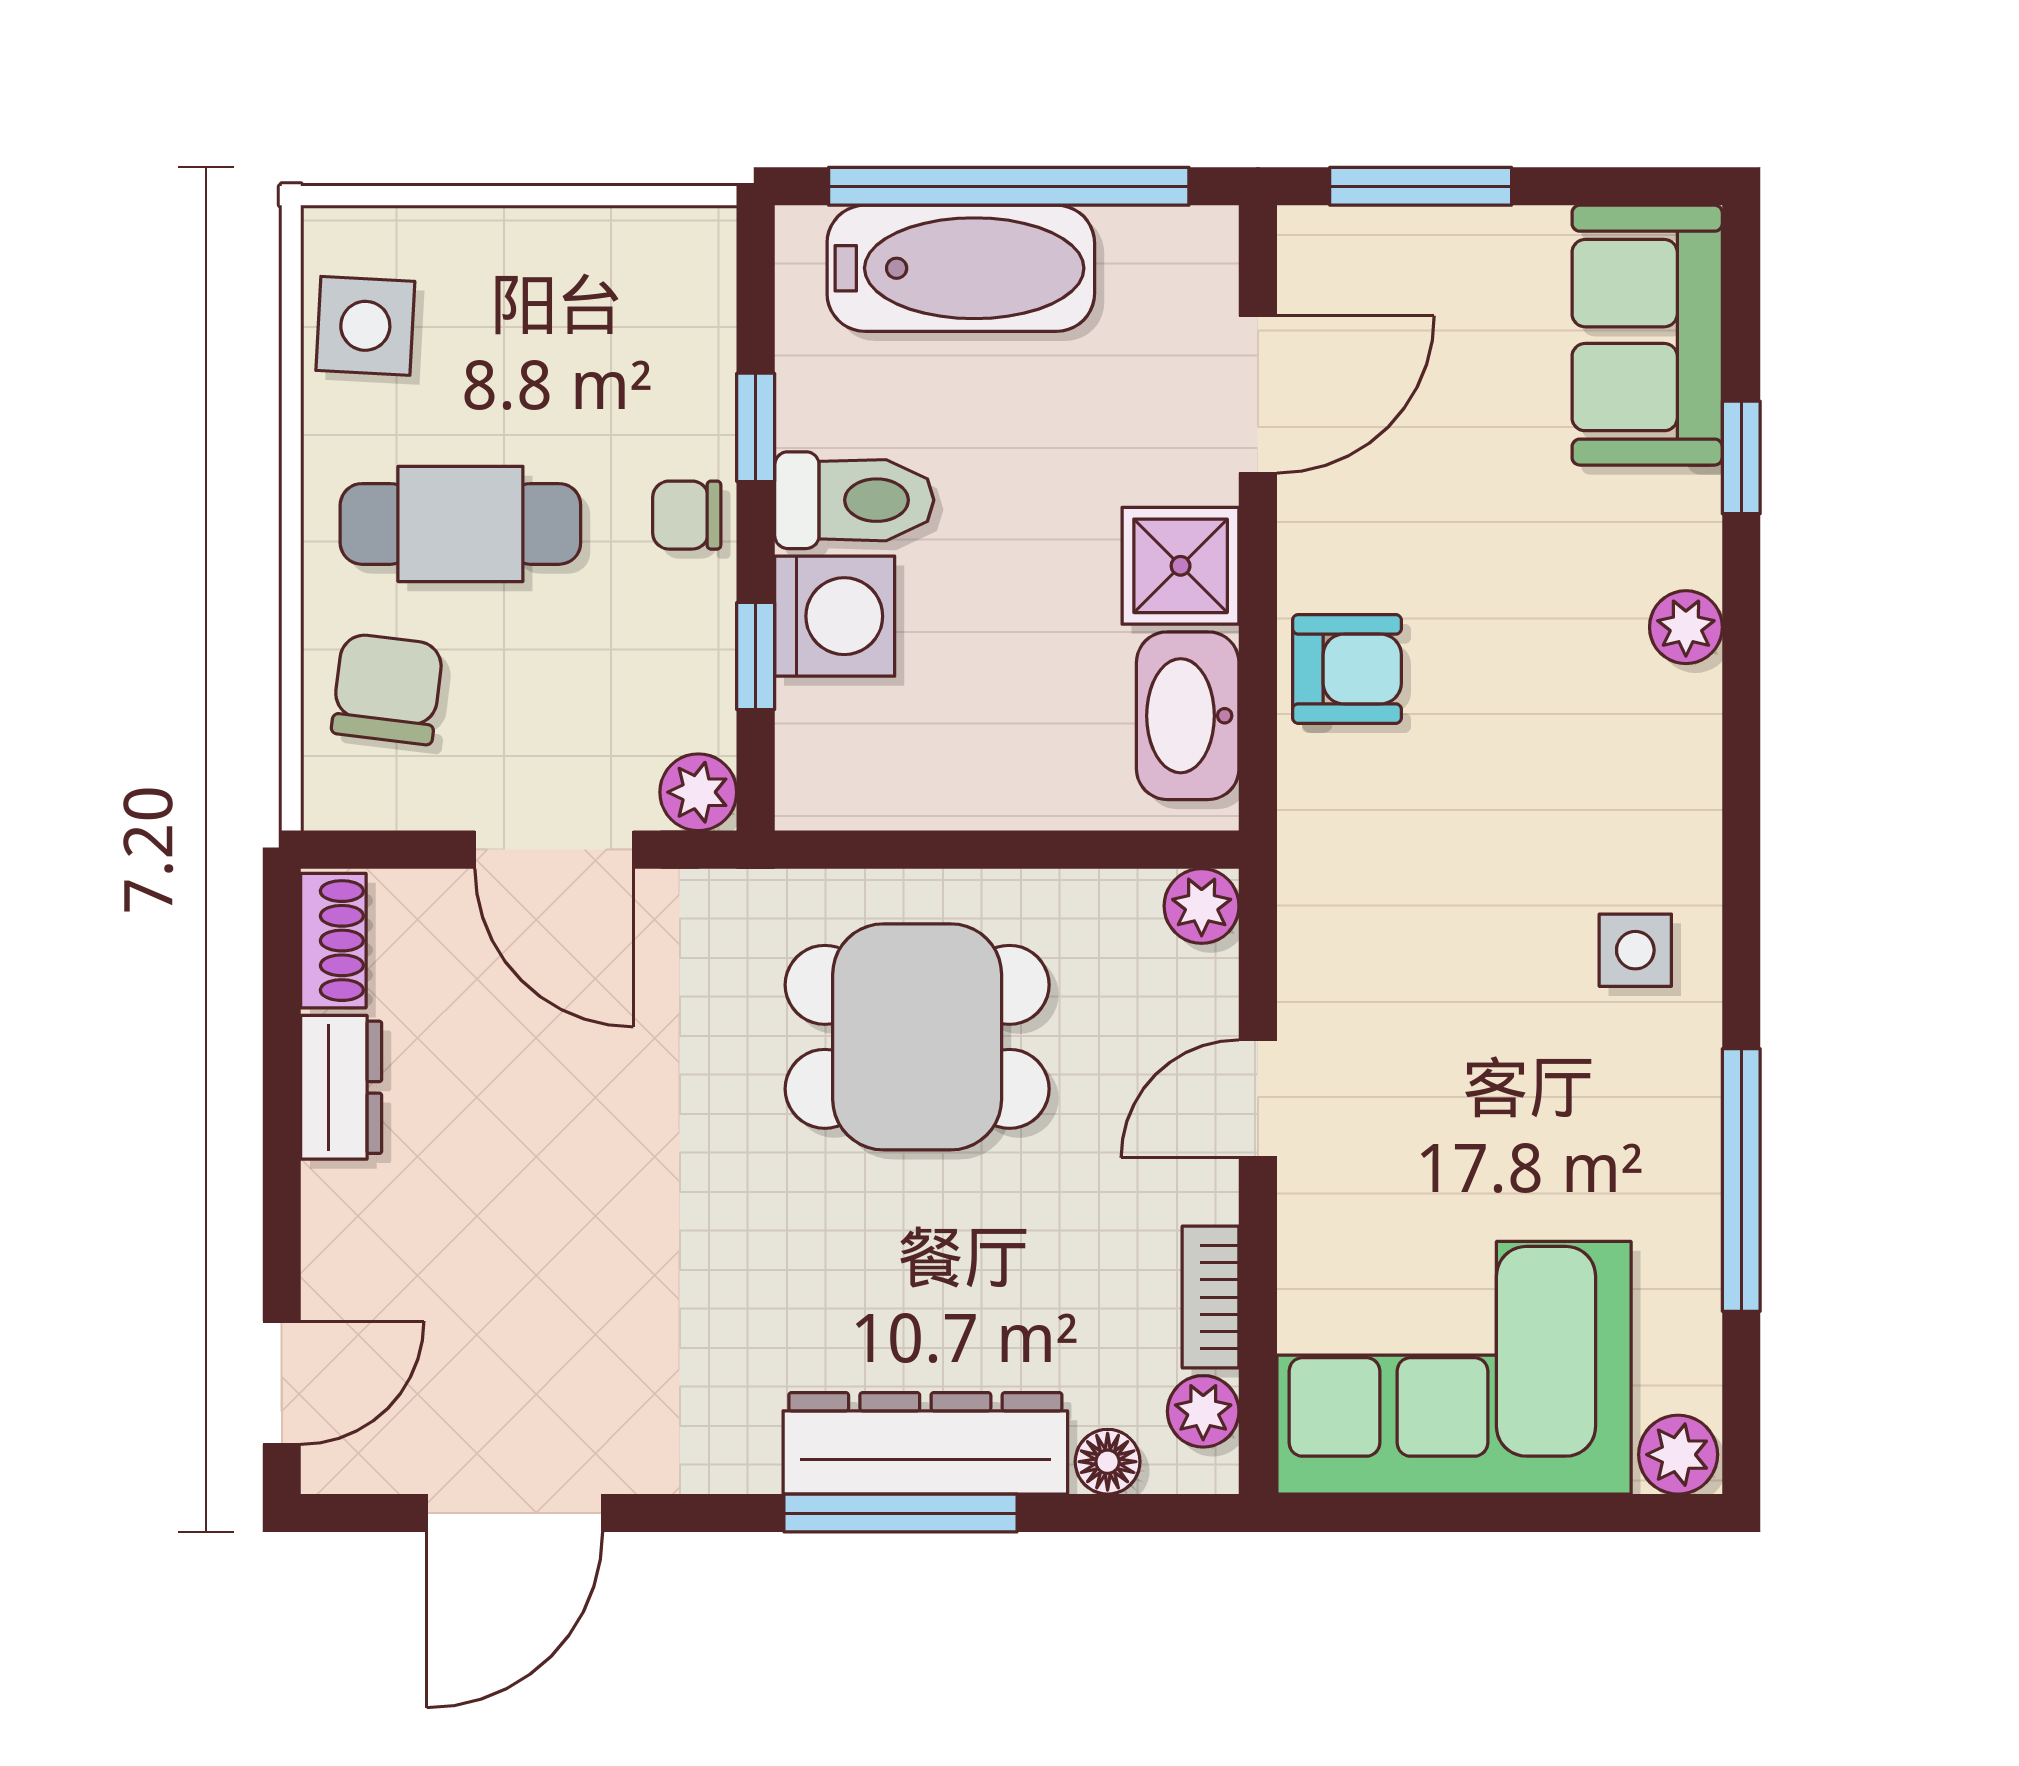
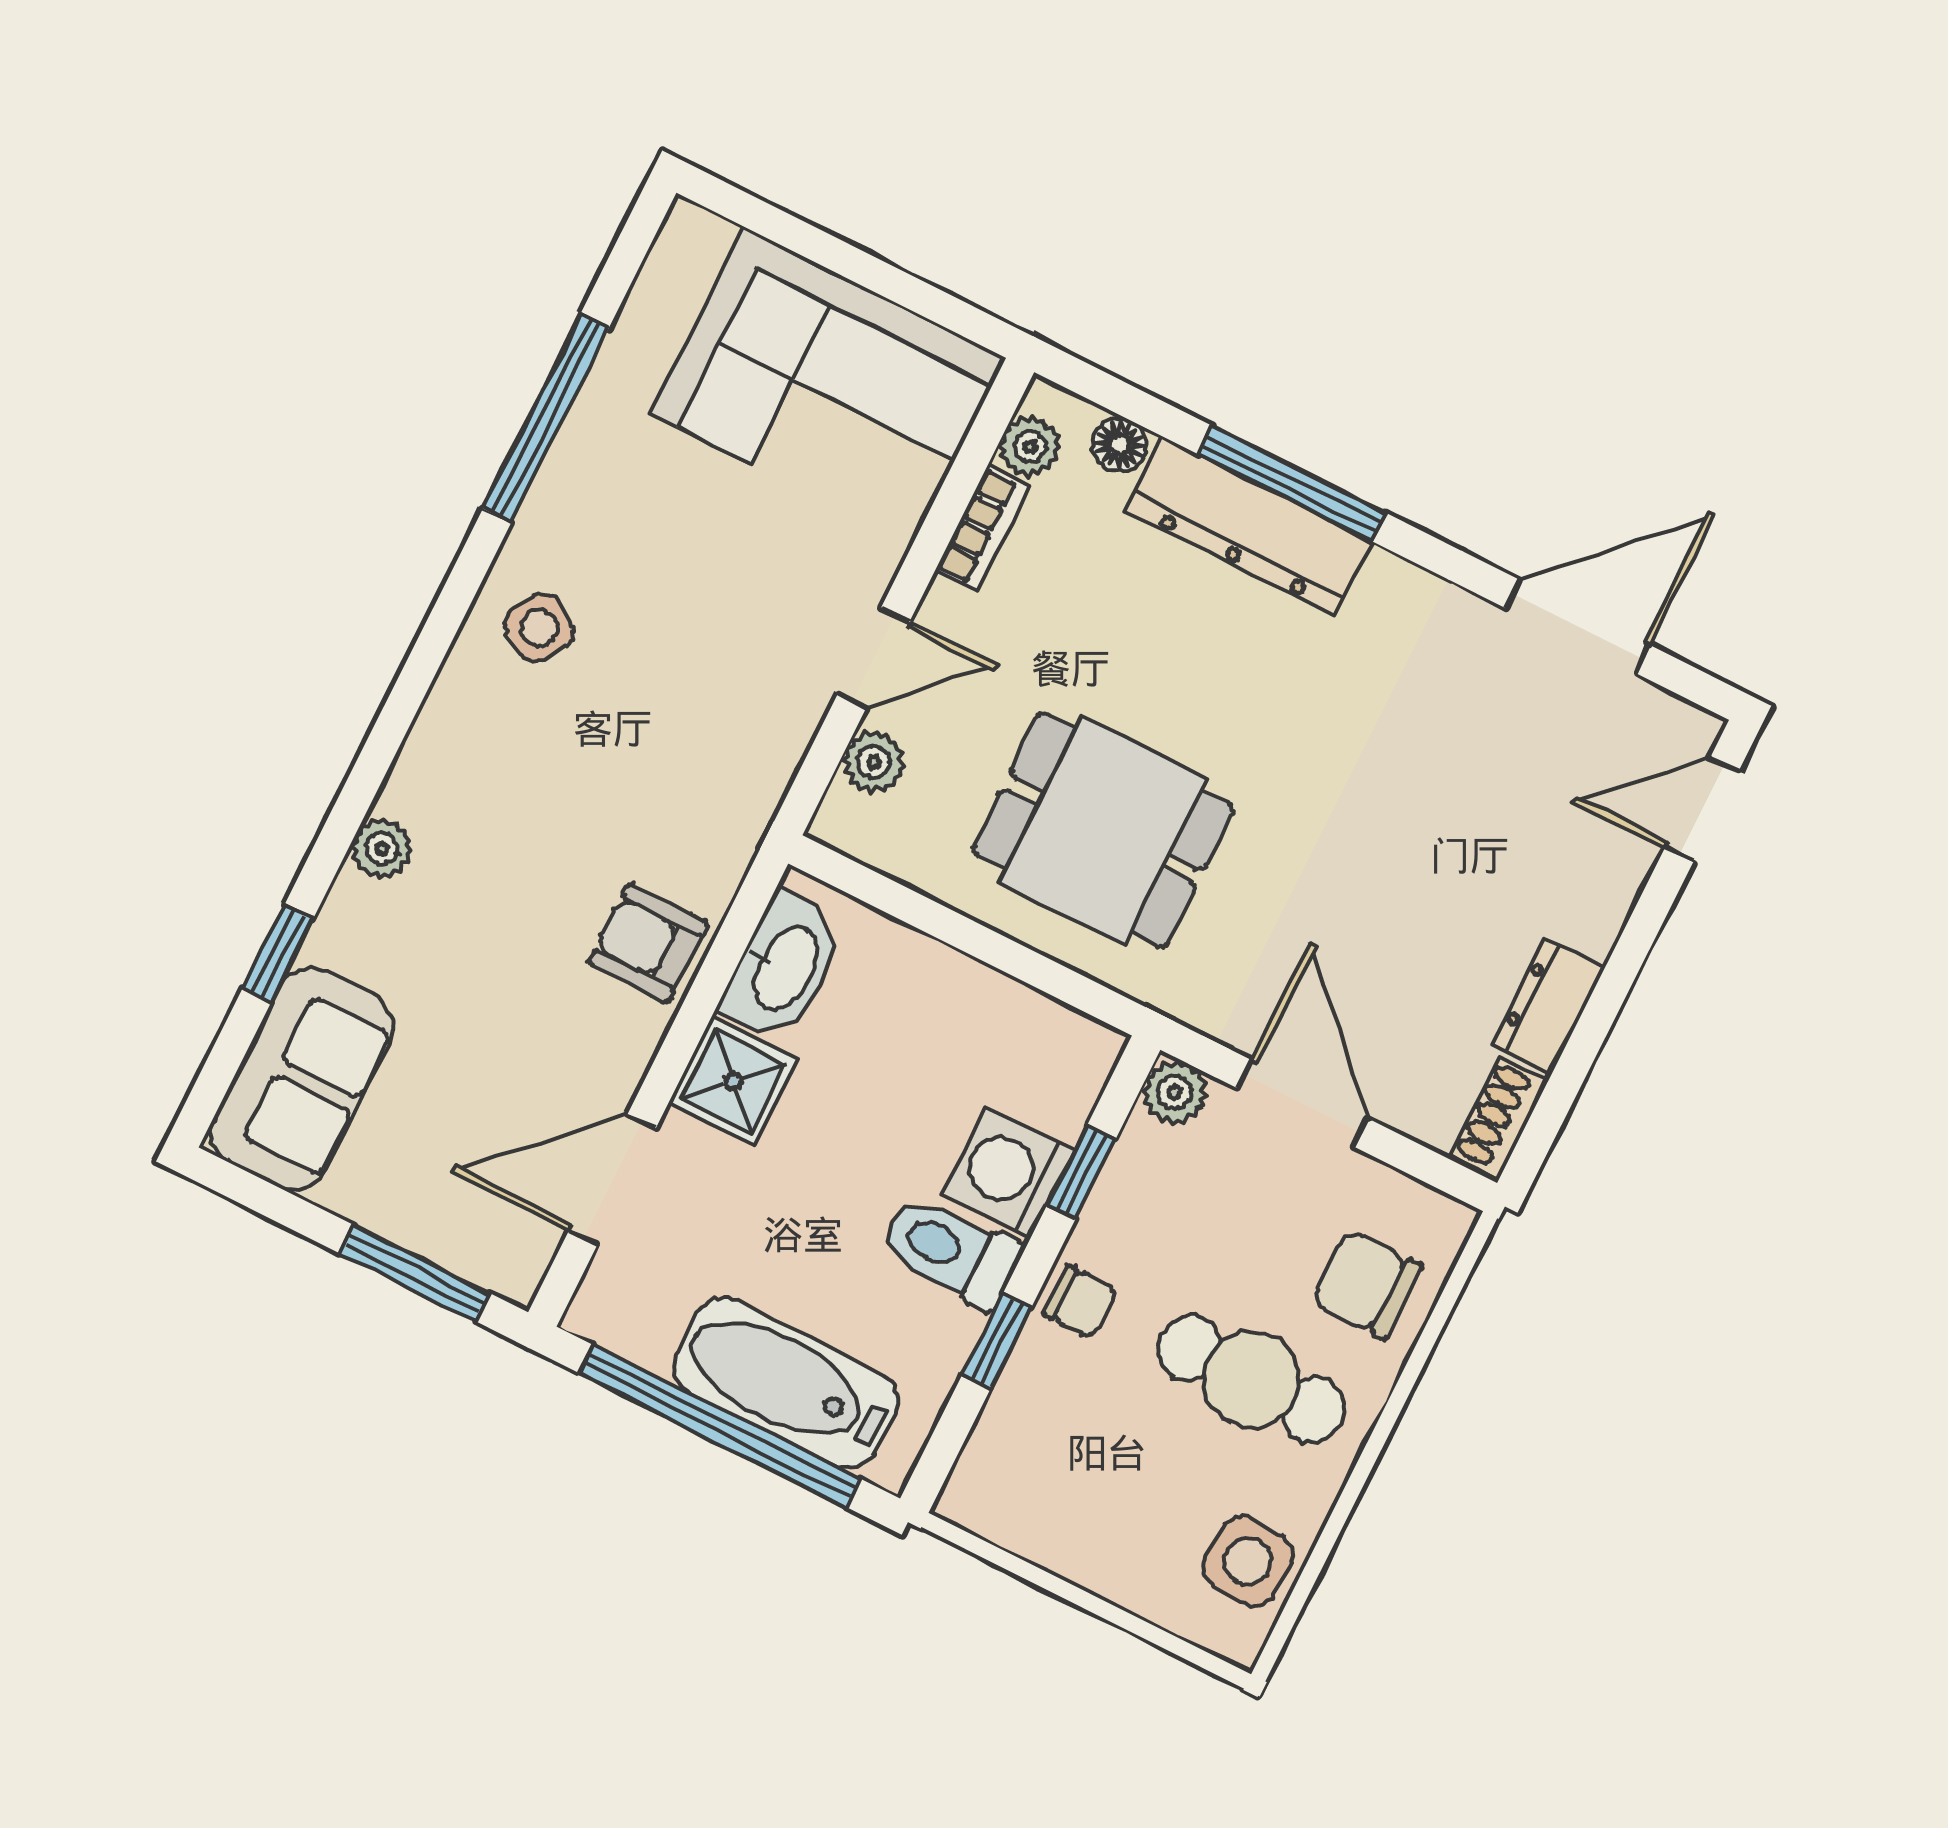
chair: (387, 689) -> (1366, 1284), turned 83
plant: (1202, 906) -> (874, 762), moved
side table: (1635, 950) -> (539, 628), turned 32
plant: (1678, 1455) -> (694, 238), removed

